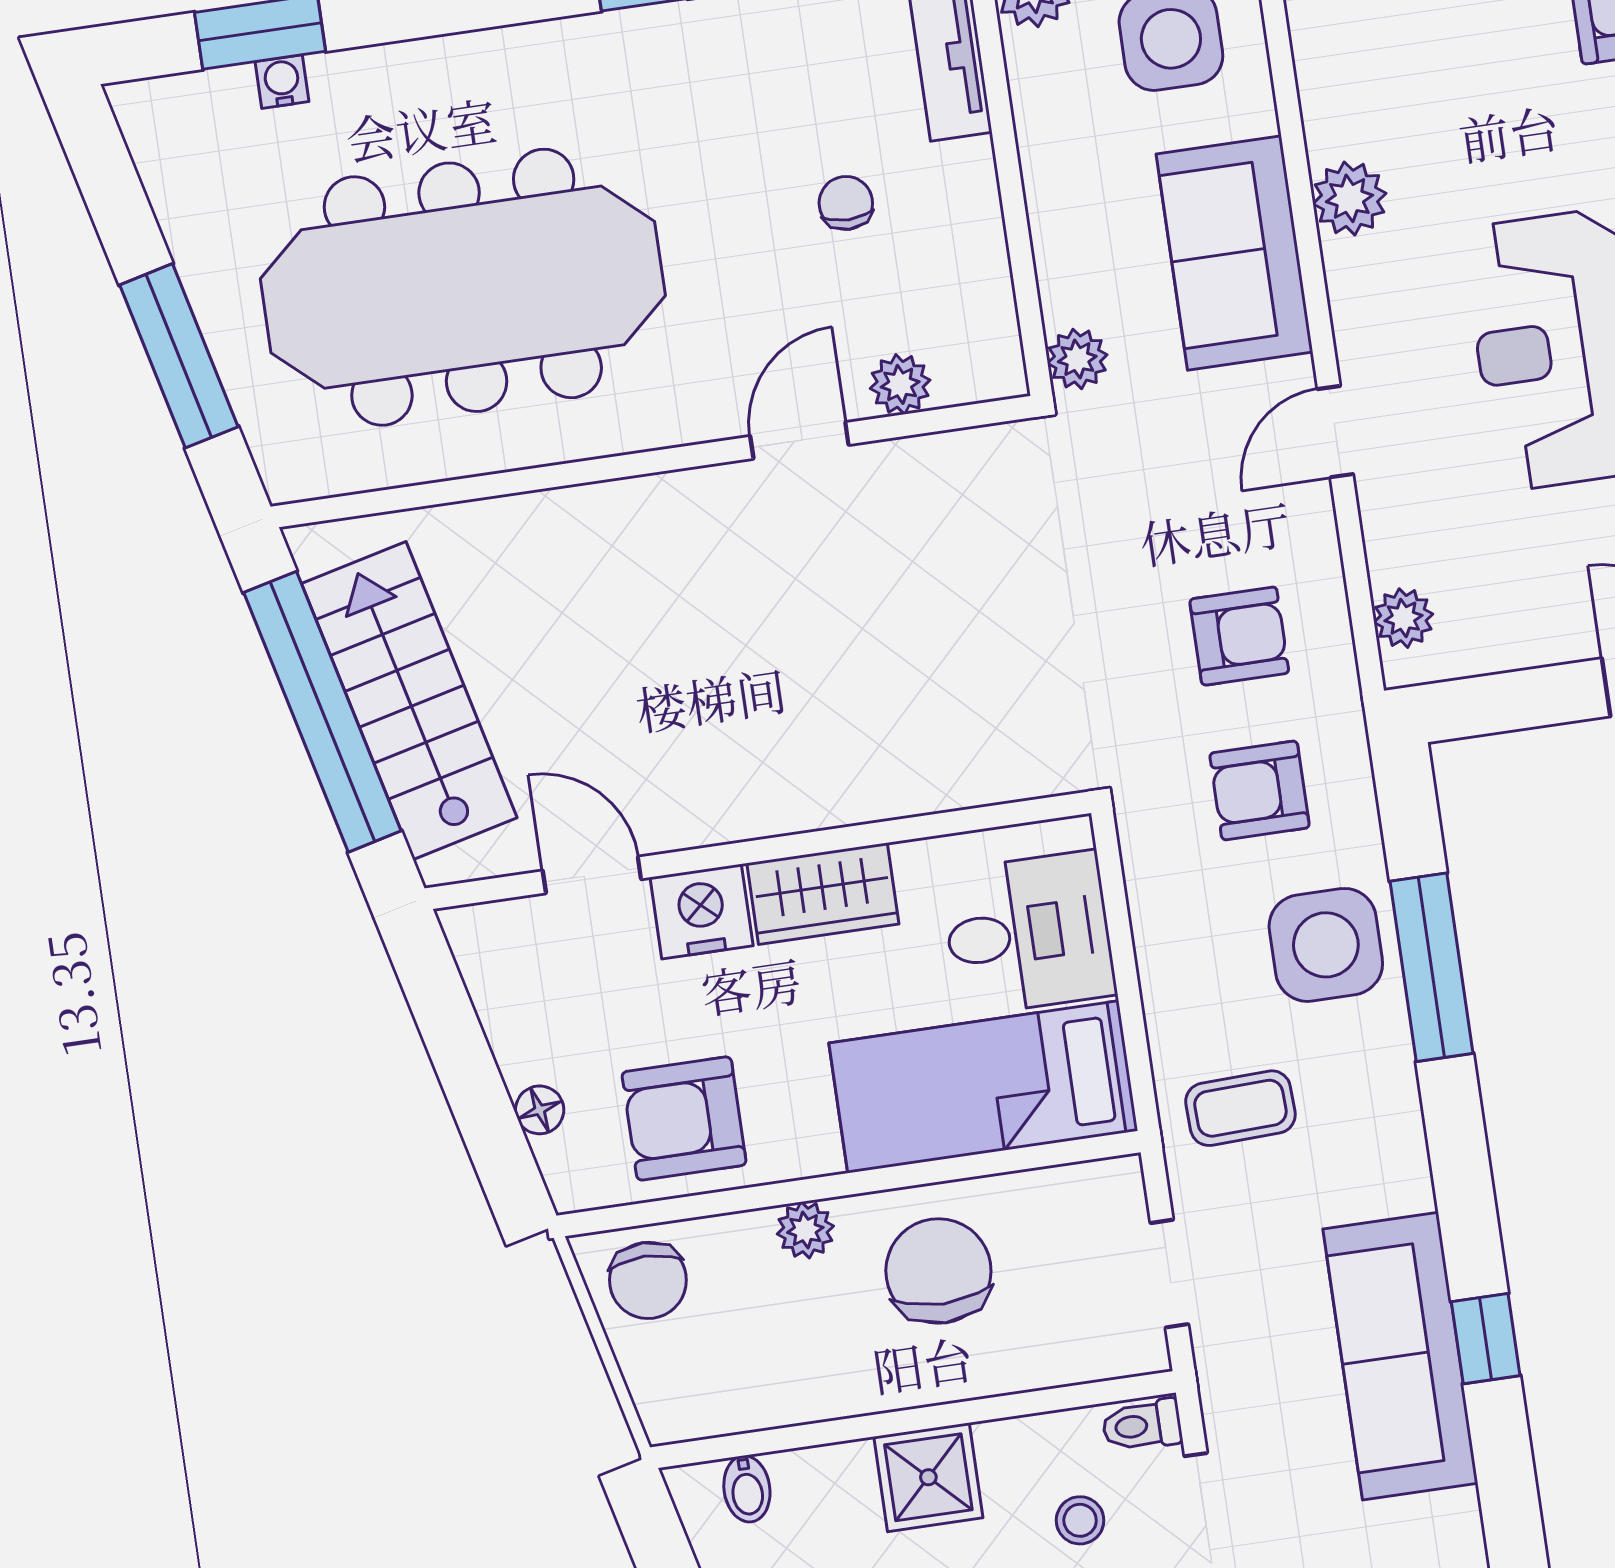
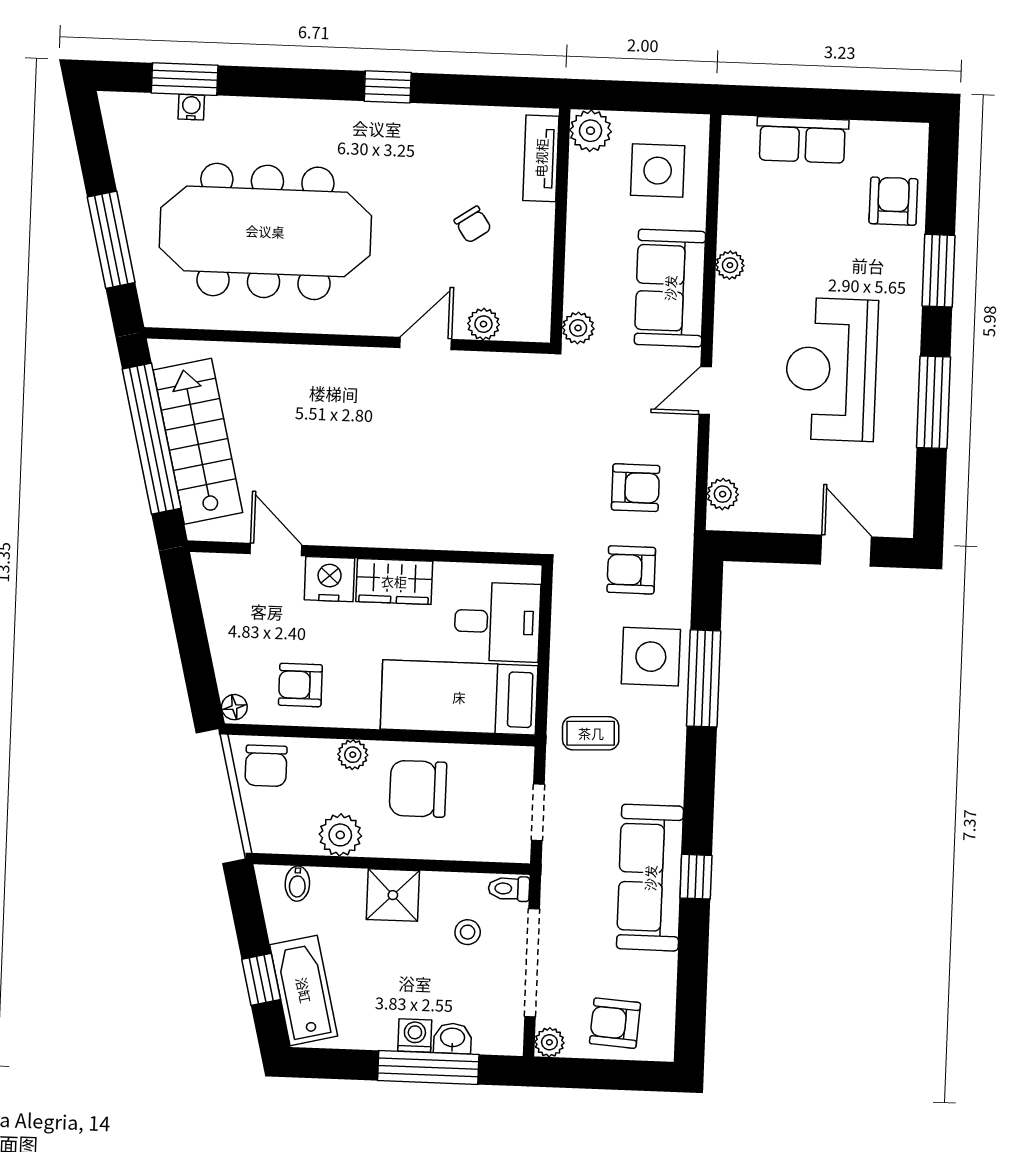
plant: (1349, 198) -> (730, 265), width x0.73, depth x0.73
chair: (846, 203) -> (473, 225), turned 146
floor lamp: (540, 1110) -> (234, 707), moved
armchair: (684, 1118) -> (300, 685), width x0.72, depth x0.72
chair: (938, 1271) -> (418, 789), turned -90
plant: (810, 1384) -> (340, 835), added

